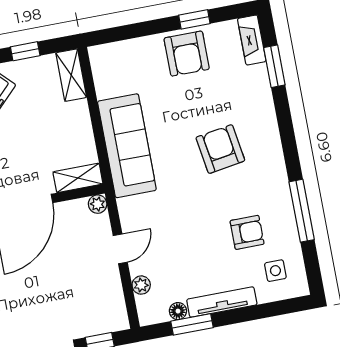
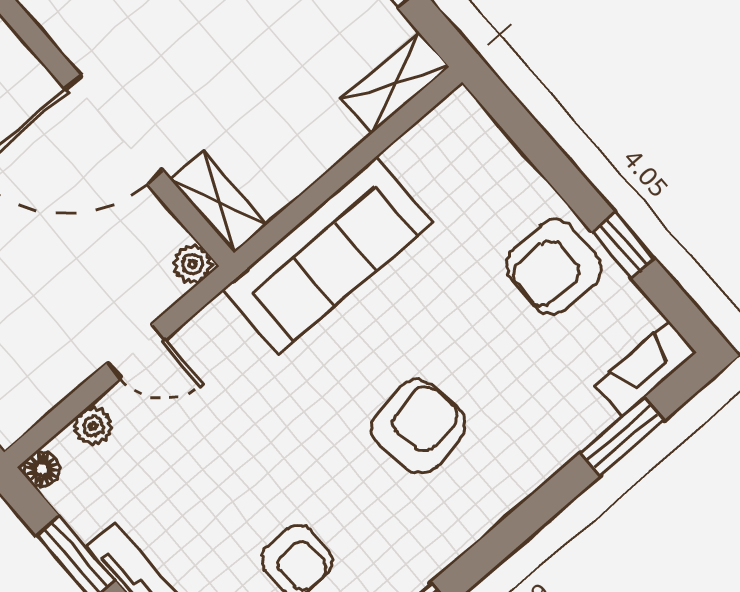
floor lamp: (178, 311) -> (42, 469), moved

